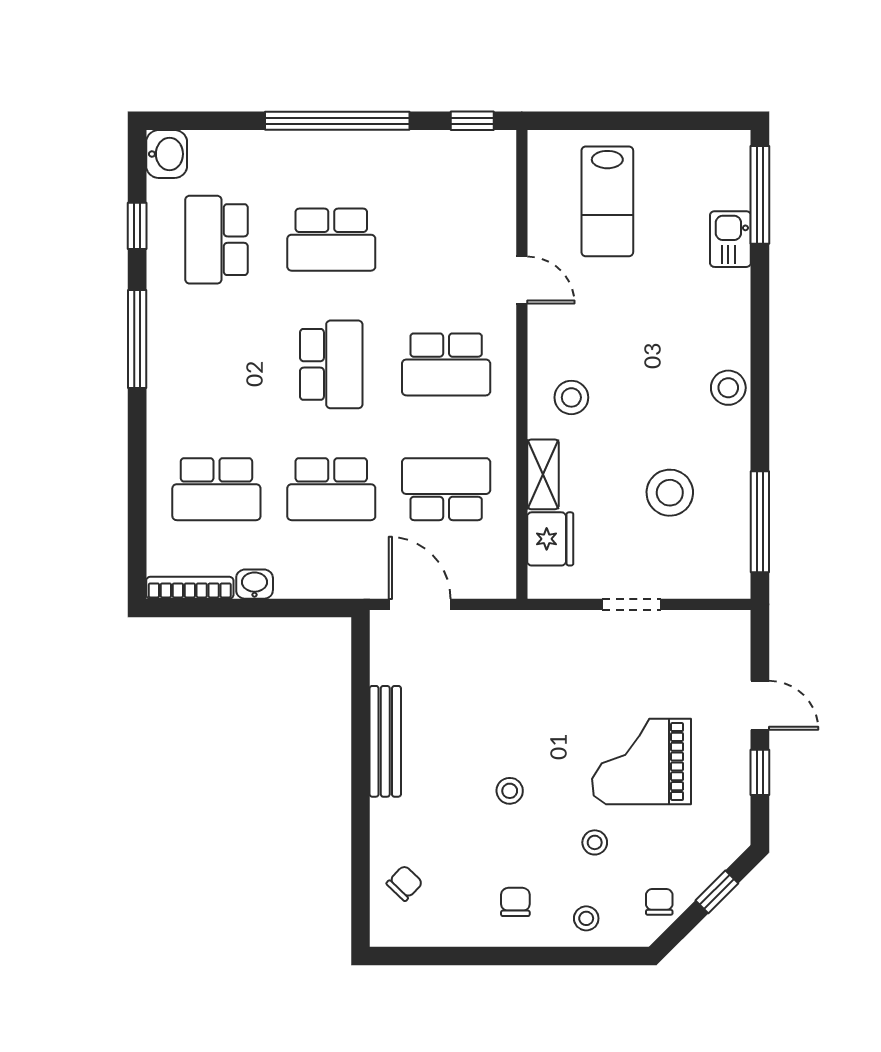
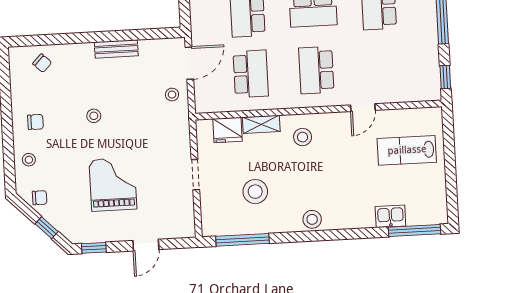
bench: (385, 741) -> (116, 49), width x0.73
window: (760, 772) -> (94, 248), moved
stool: (595, 842) -> (172, 95), moved

